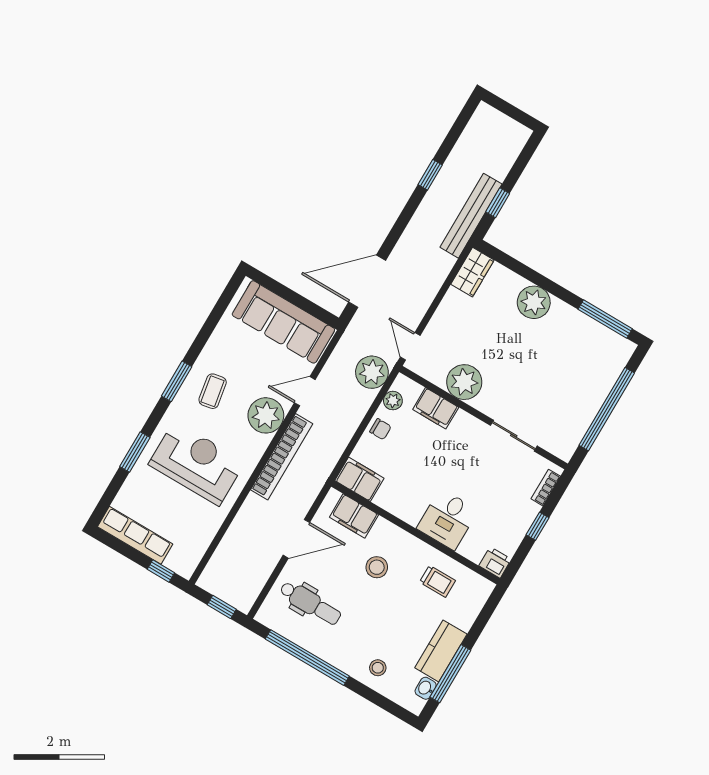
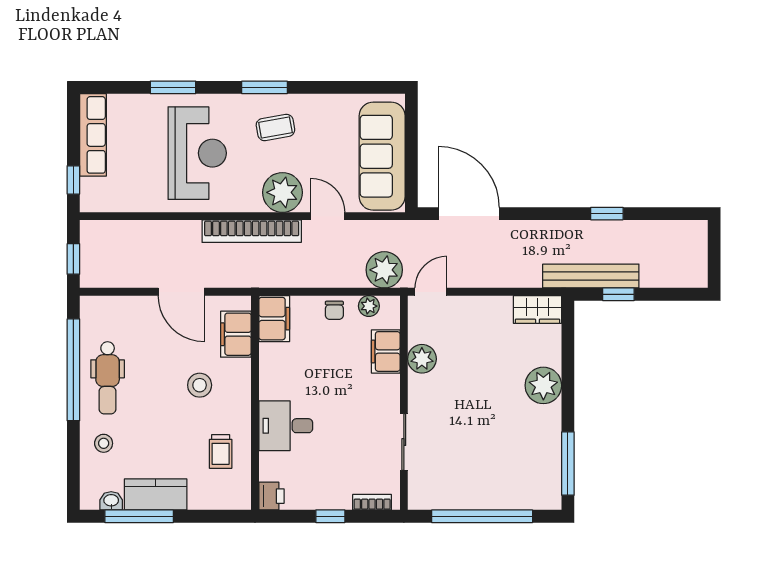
plant: (464, 382) -> (422, 359), width x0.73, depth x0.73
dental chair: (310, 603) -> (108, 378), moved

